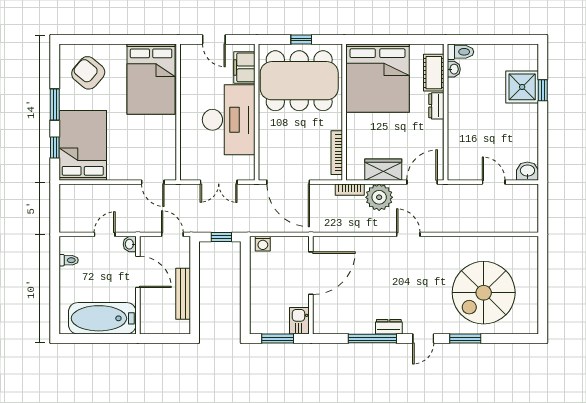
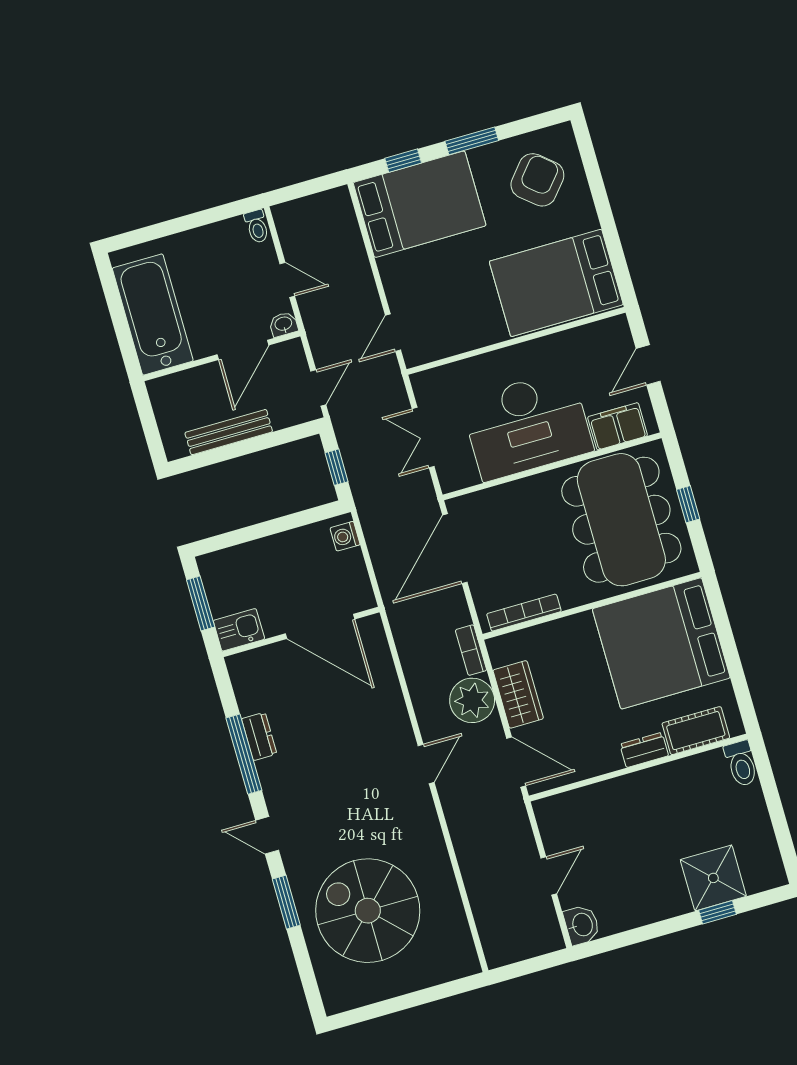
washbasin: (454, 69) -> (711, 761), removed
toilet: (69, 260) -> (257, 227), moved
dresser: (389, 327) -> (259, 736), moved

